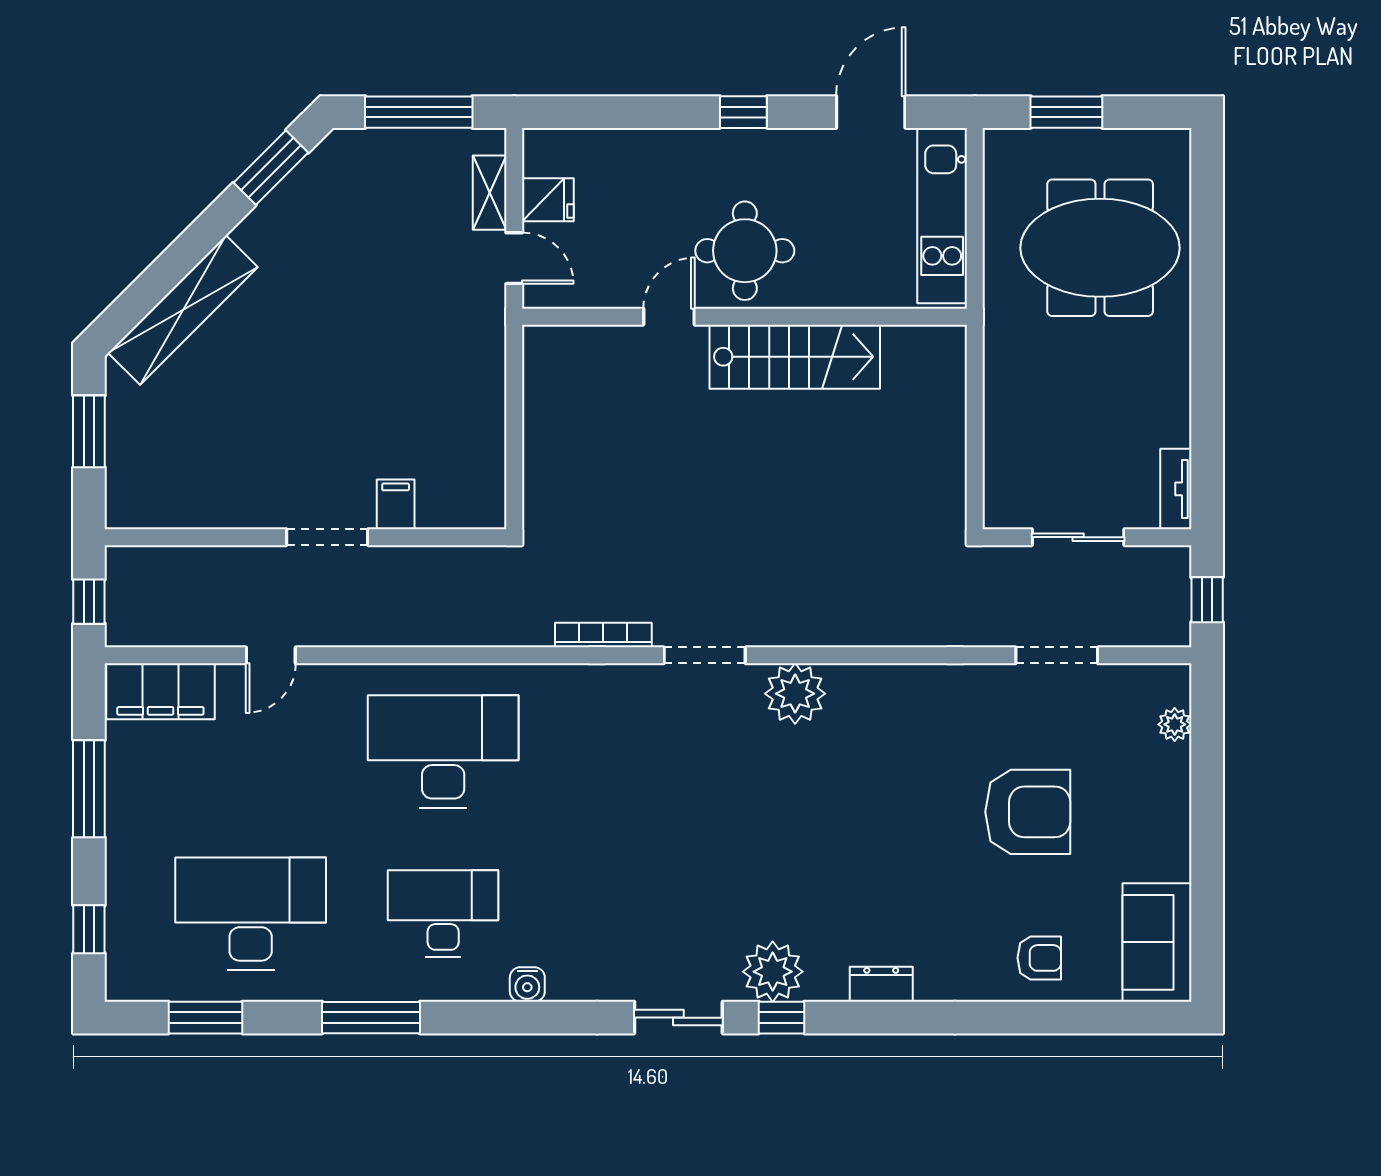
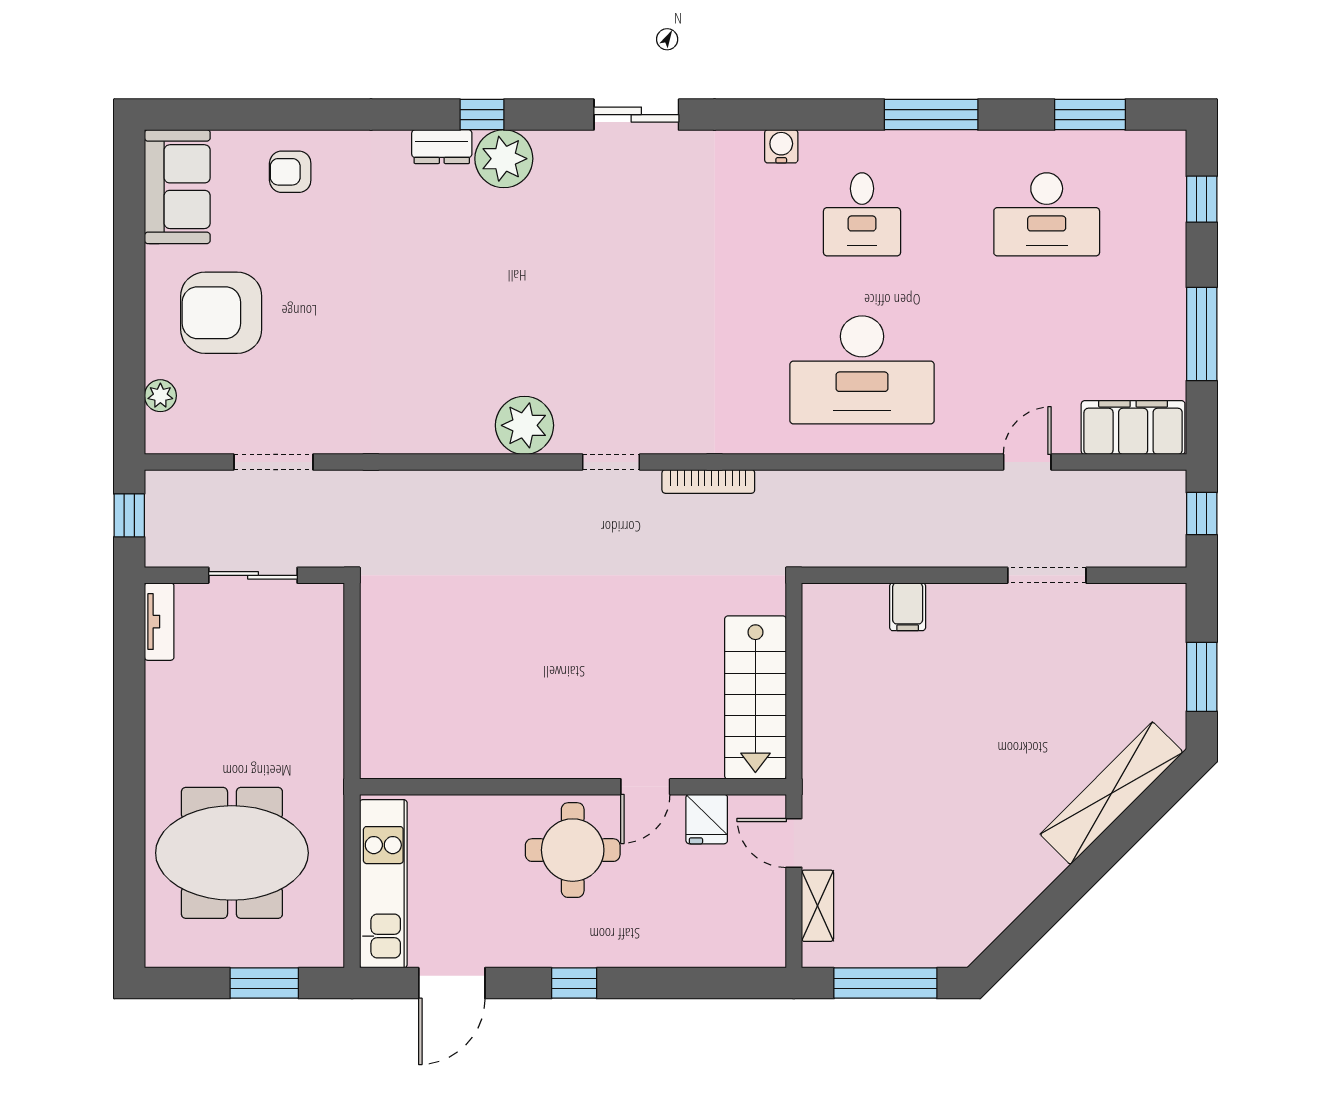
window: (271, 168) -> (1027, 930), removed
fridge: (548, 200) -> (707, 819), moved, turned -90
stairs: (795, 357) -> (755, 698), moved, turned -90
doorway: (327, 537) -> (1047, 575), moved
doorway: (705, 655) -> (611, 462), width x0.73
armchair: (1028, 812) -> (221, 313), moved
desk: (251, 914) -> (1047, 214), width x0.73, depth x0.77
desk: (443, 914) -> (862, 214), width x0.73
plant: (773, 972) -> (504, 159), moved
window: (781, 1018) -> (482, 115), moved

